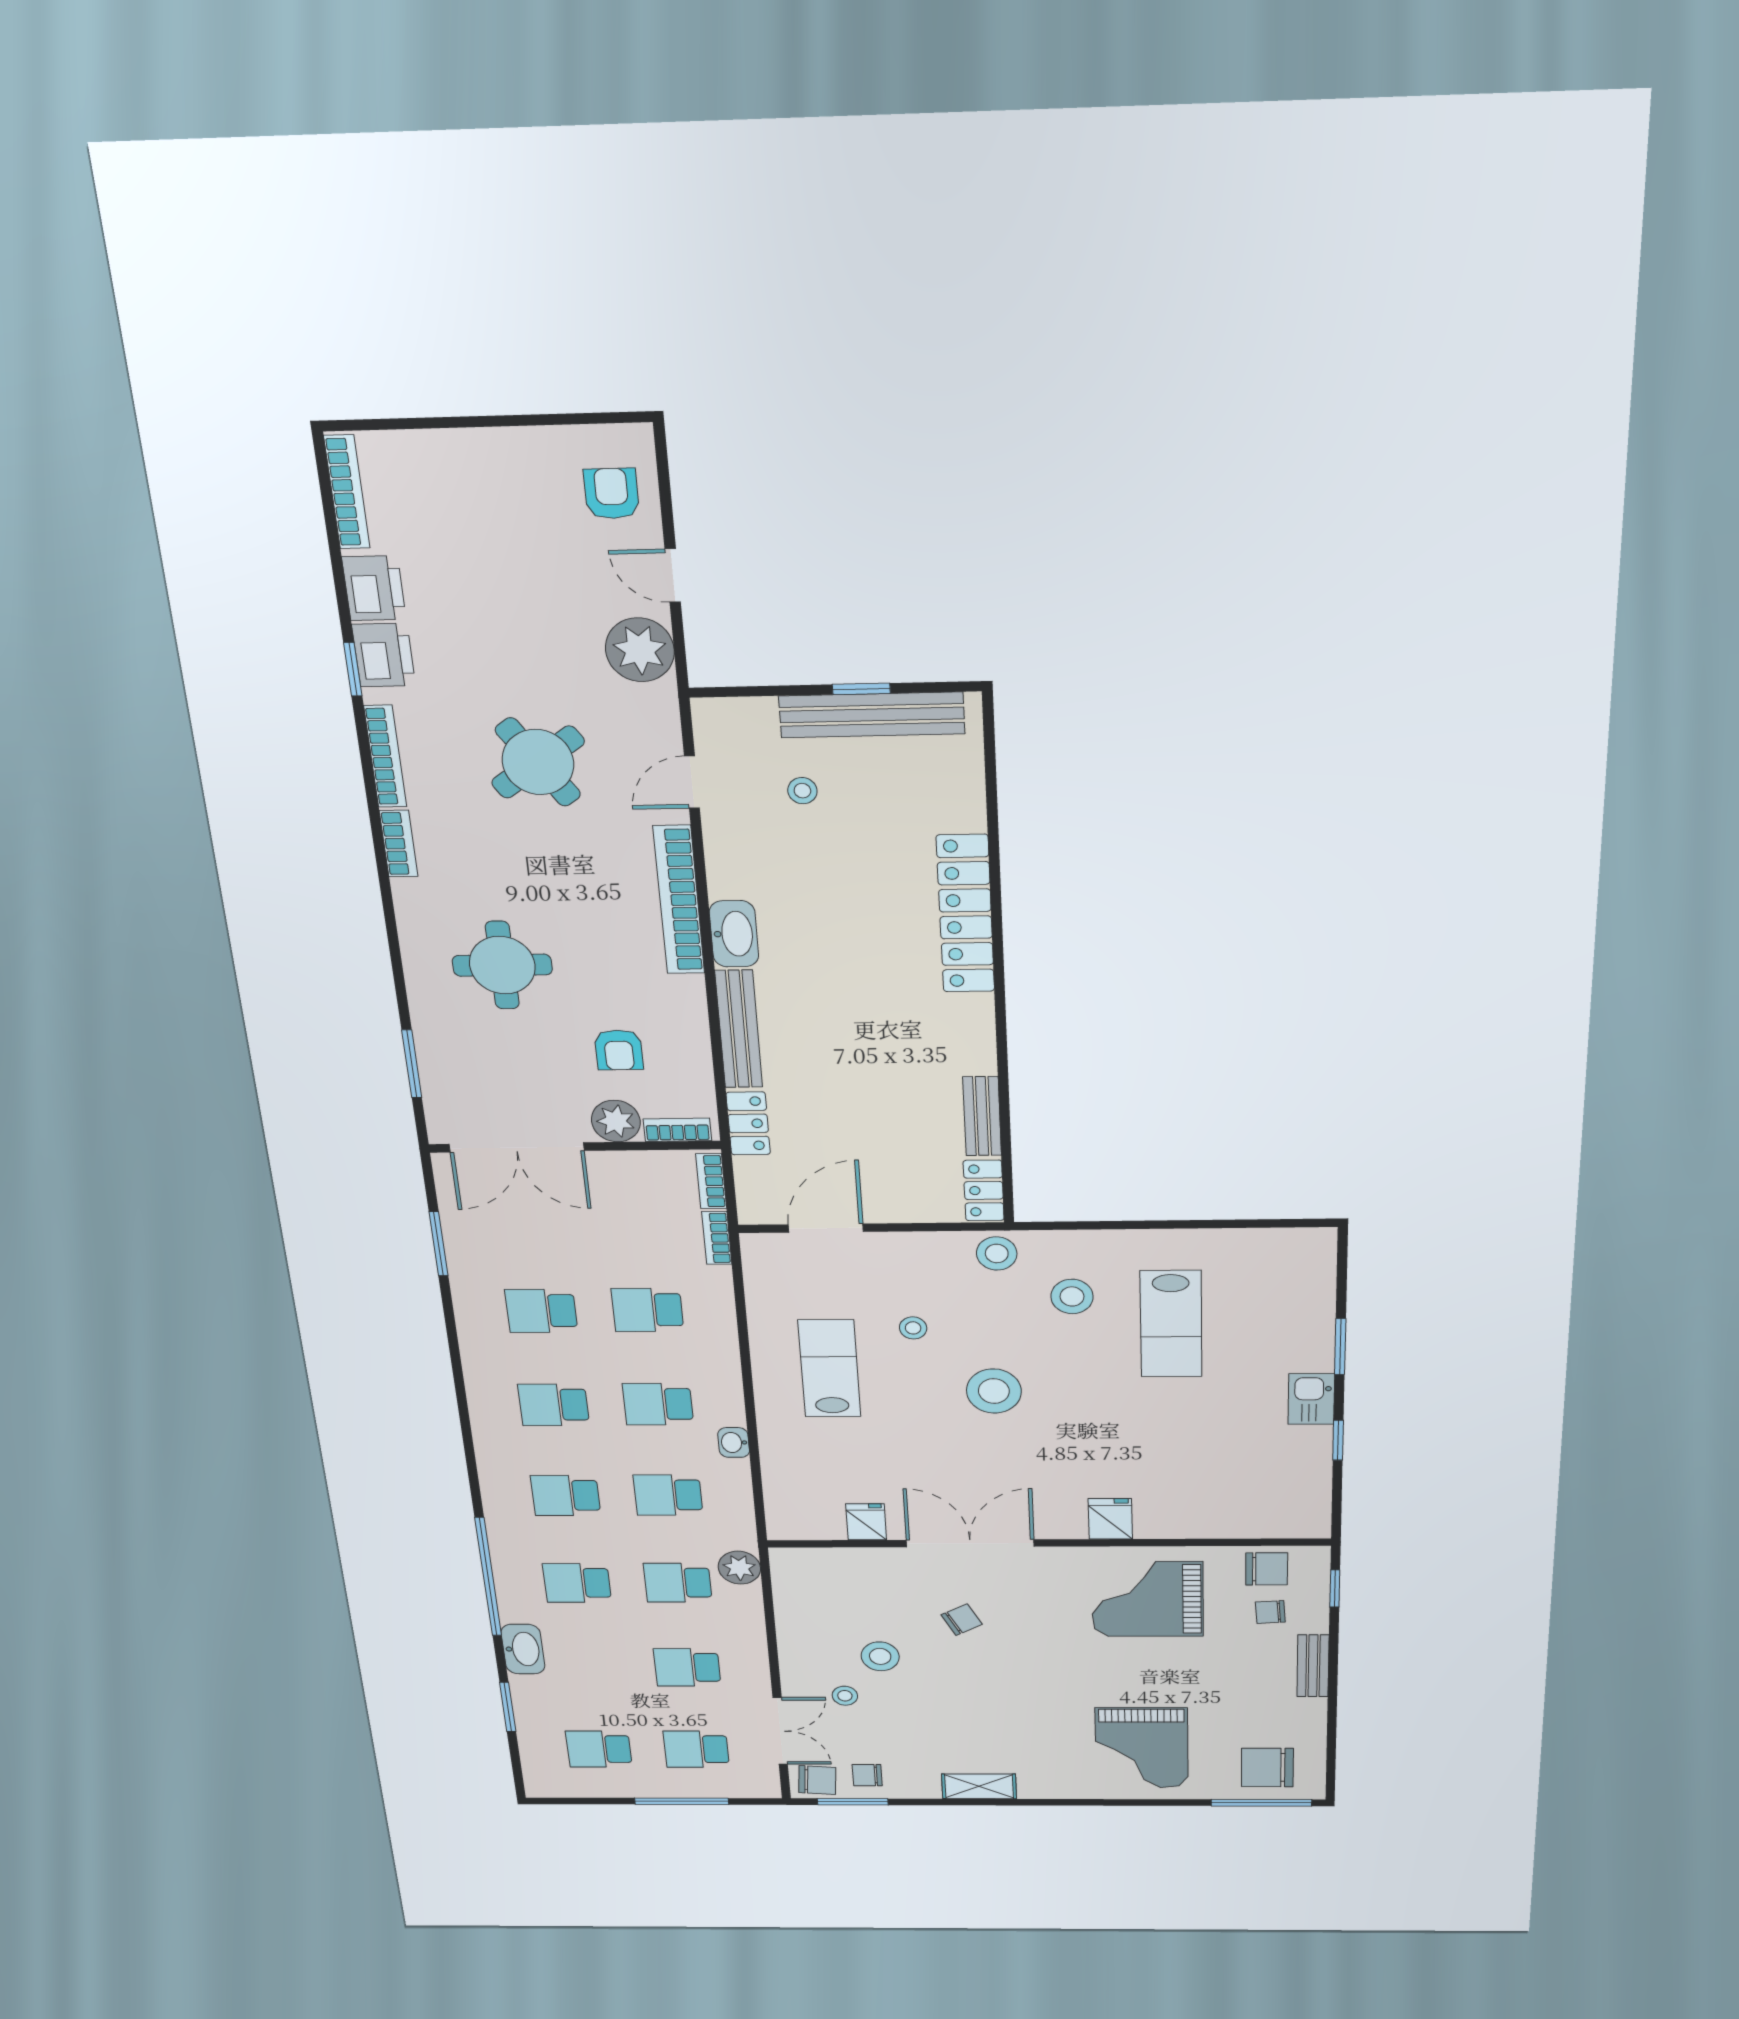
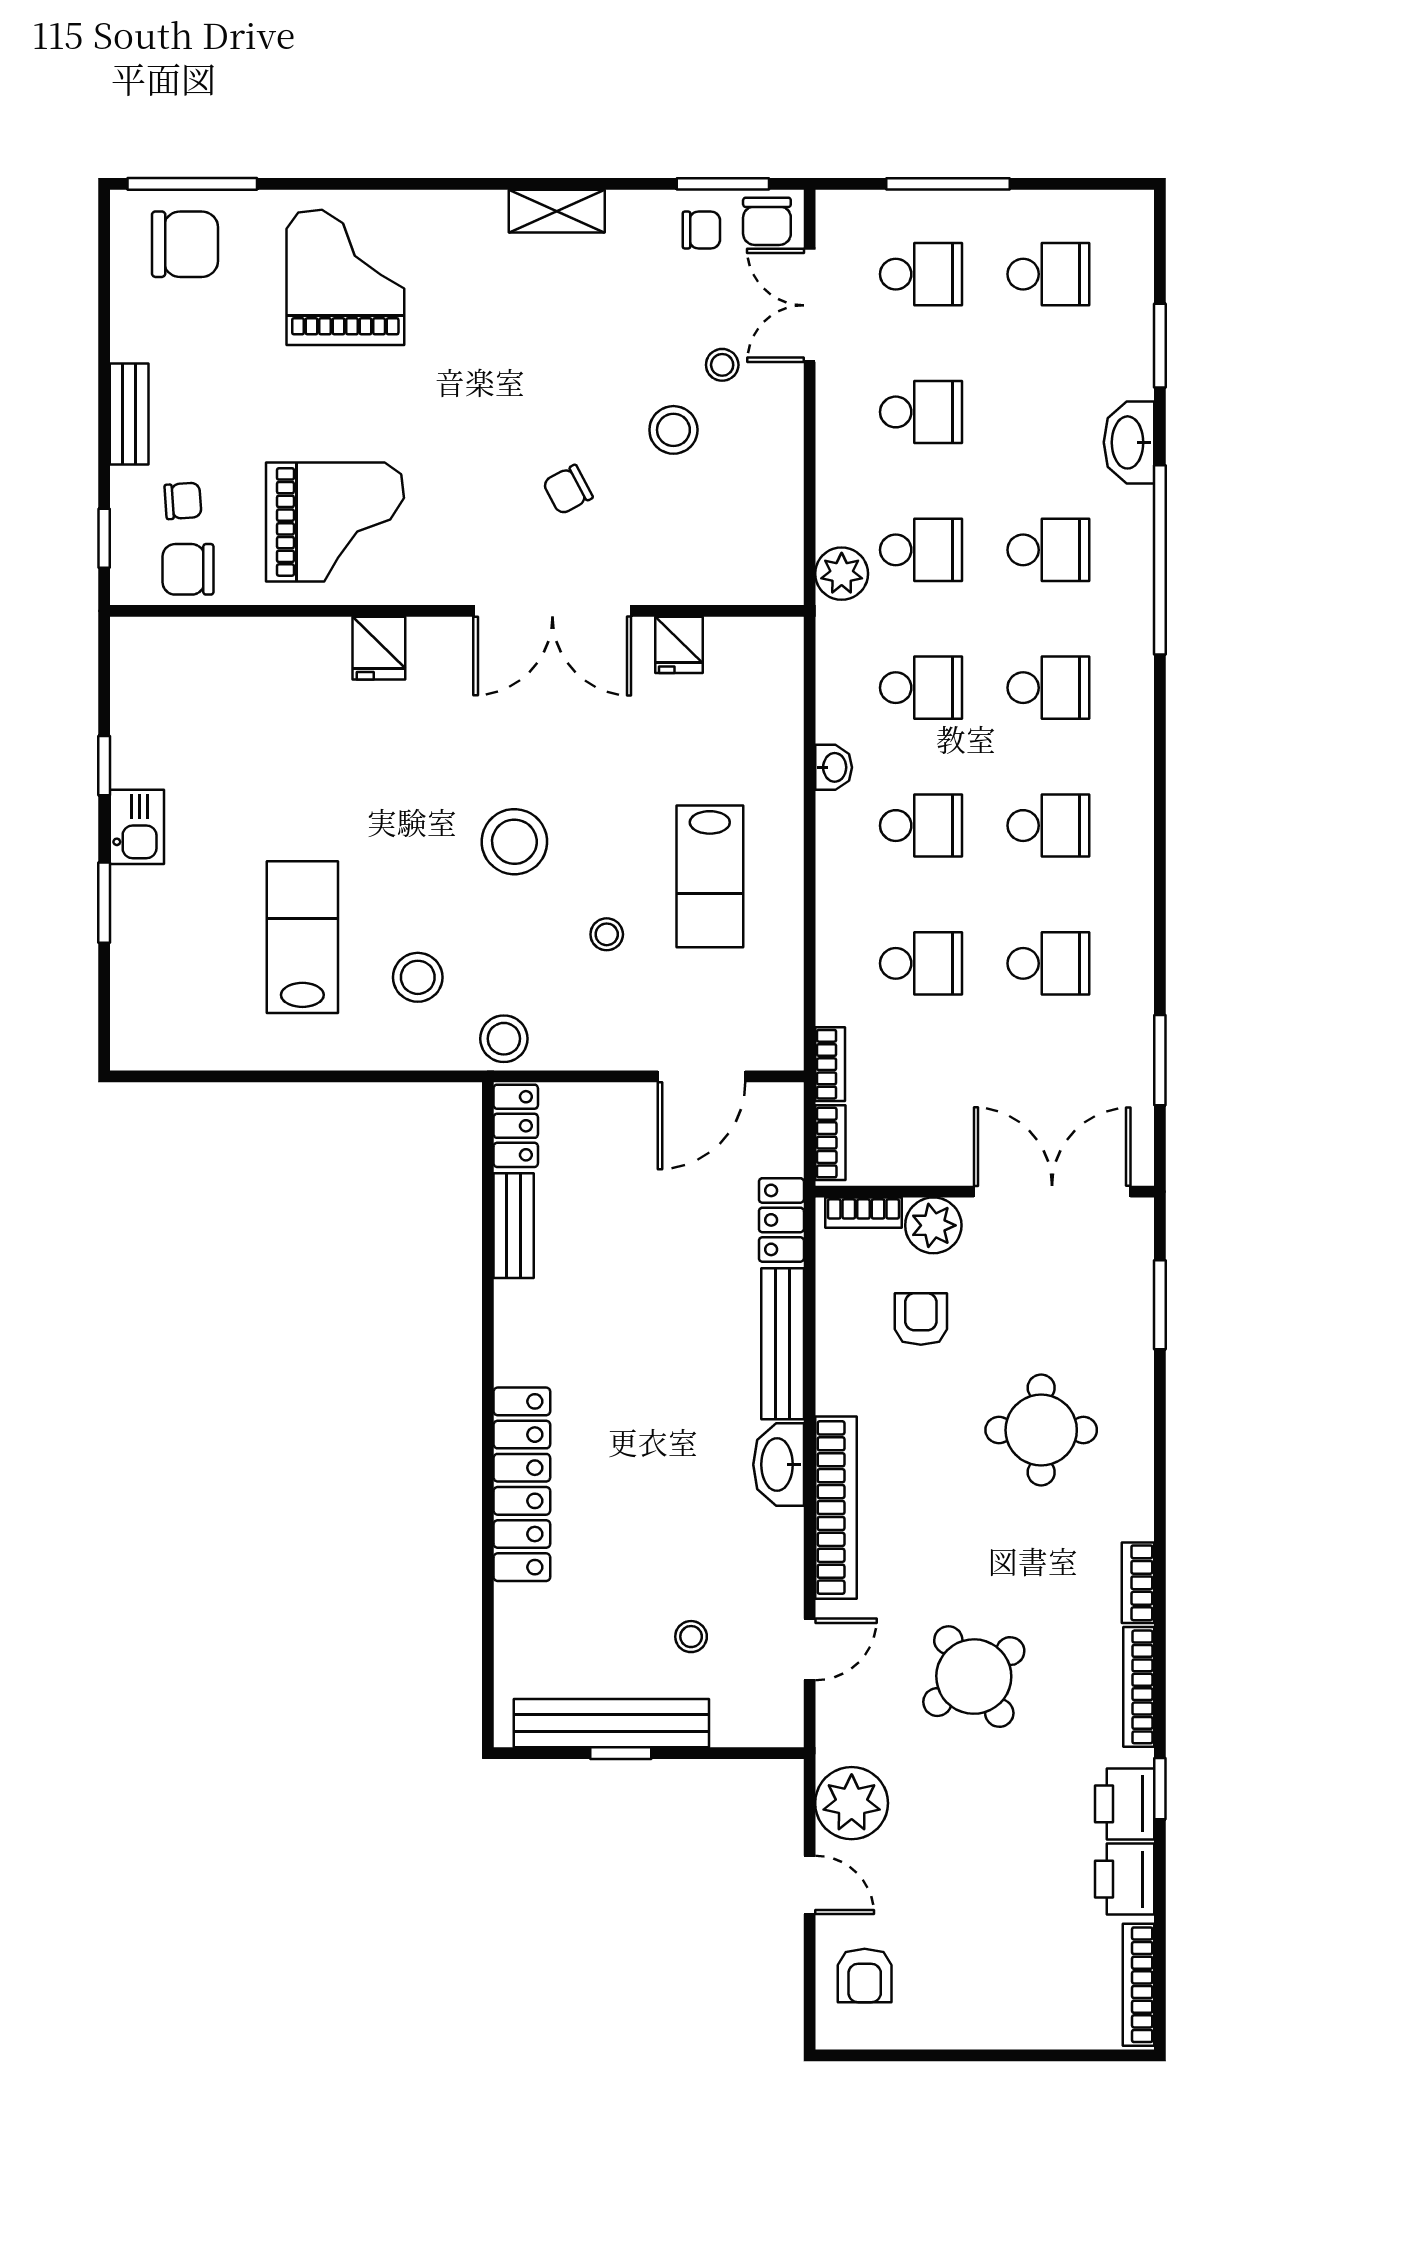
chair: (817, 1780) -> (767, 221), turned -94

